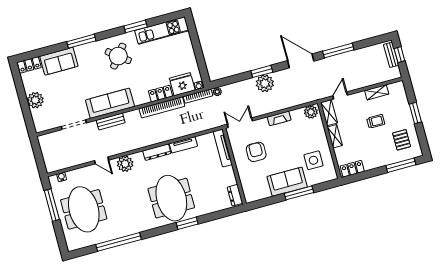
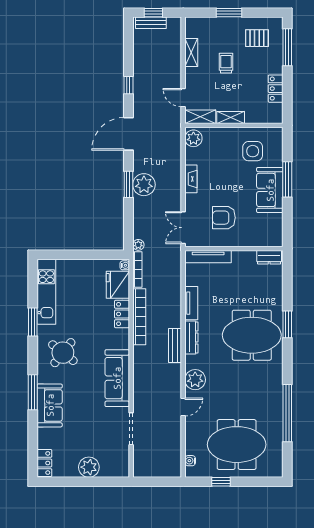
window: (338, 51) -> (128, 85), width x0.46
sofa: (59, 61) -> (50, 405), moved
bench: (111, 121) -> (175, 346), moved
locker: (352, 169) -> (276, 89), moved
window: (52, 205) -> (221, 482), width x0.46

